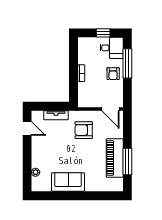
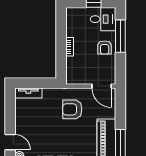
tv unit: (56, 115) -> (28, 93), moved
door: (27, 128) -> (10, 142), moved

